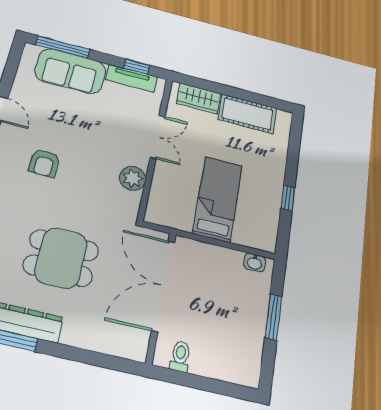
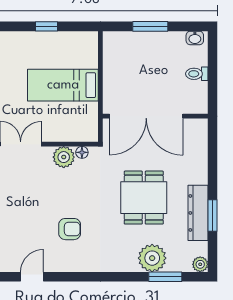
floor lamp: (134, 200) -> (82, 152), added
washbasin: (254, 262) -> (195, 38), moved, turned 90
toilet: (180, 356) -> (197, 74), moved

